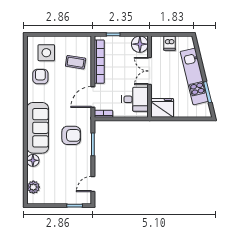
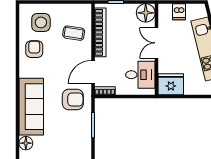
armchair: (71, 135) -> (73, 99), moved

